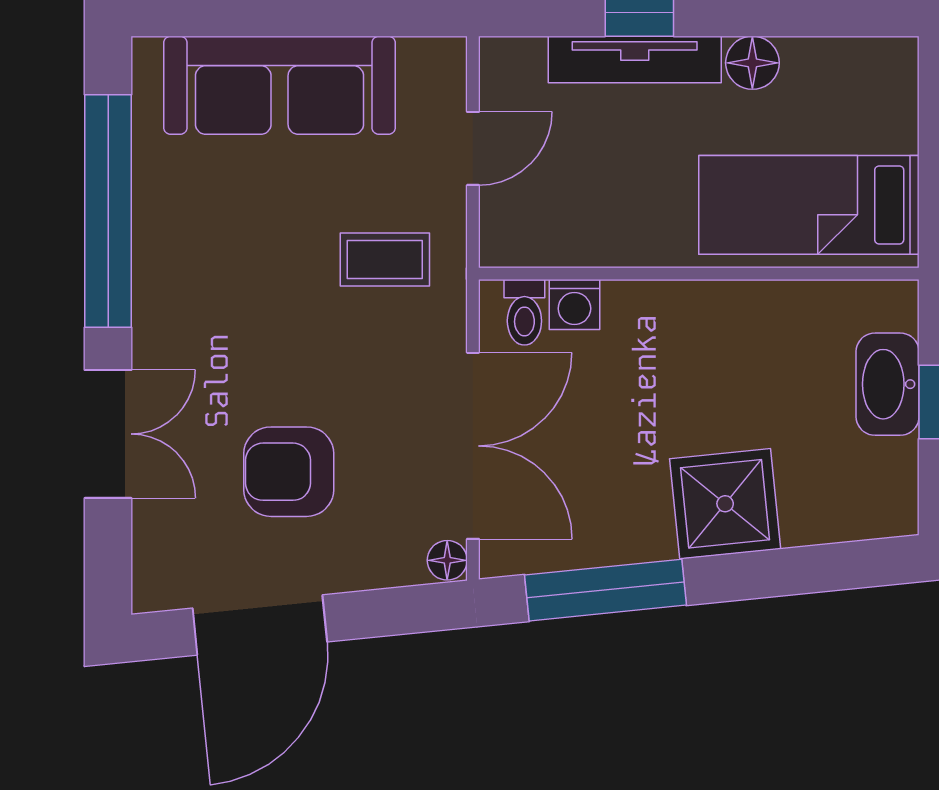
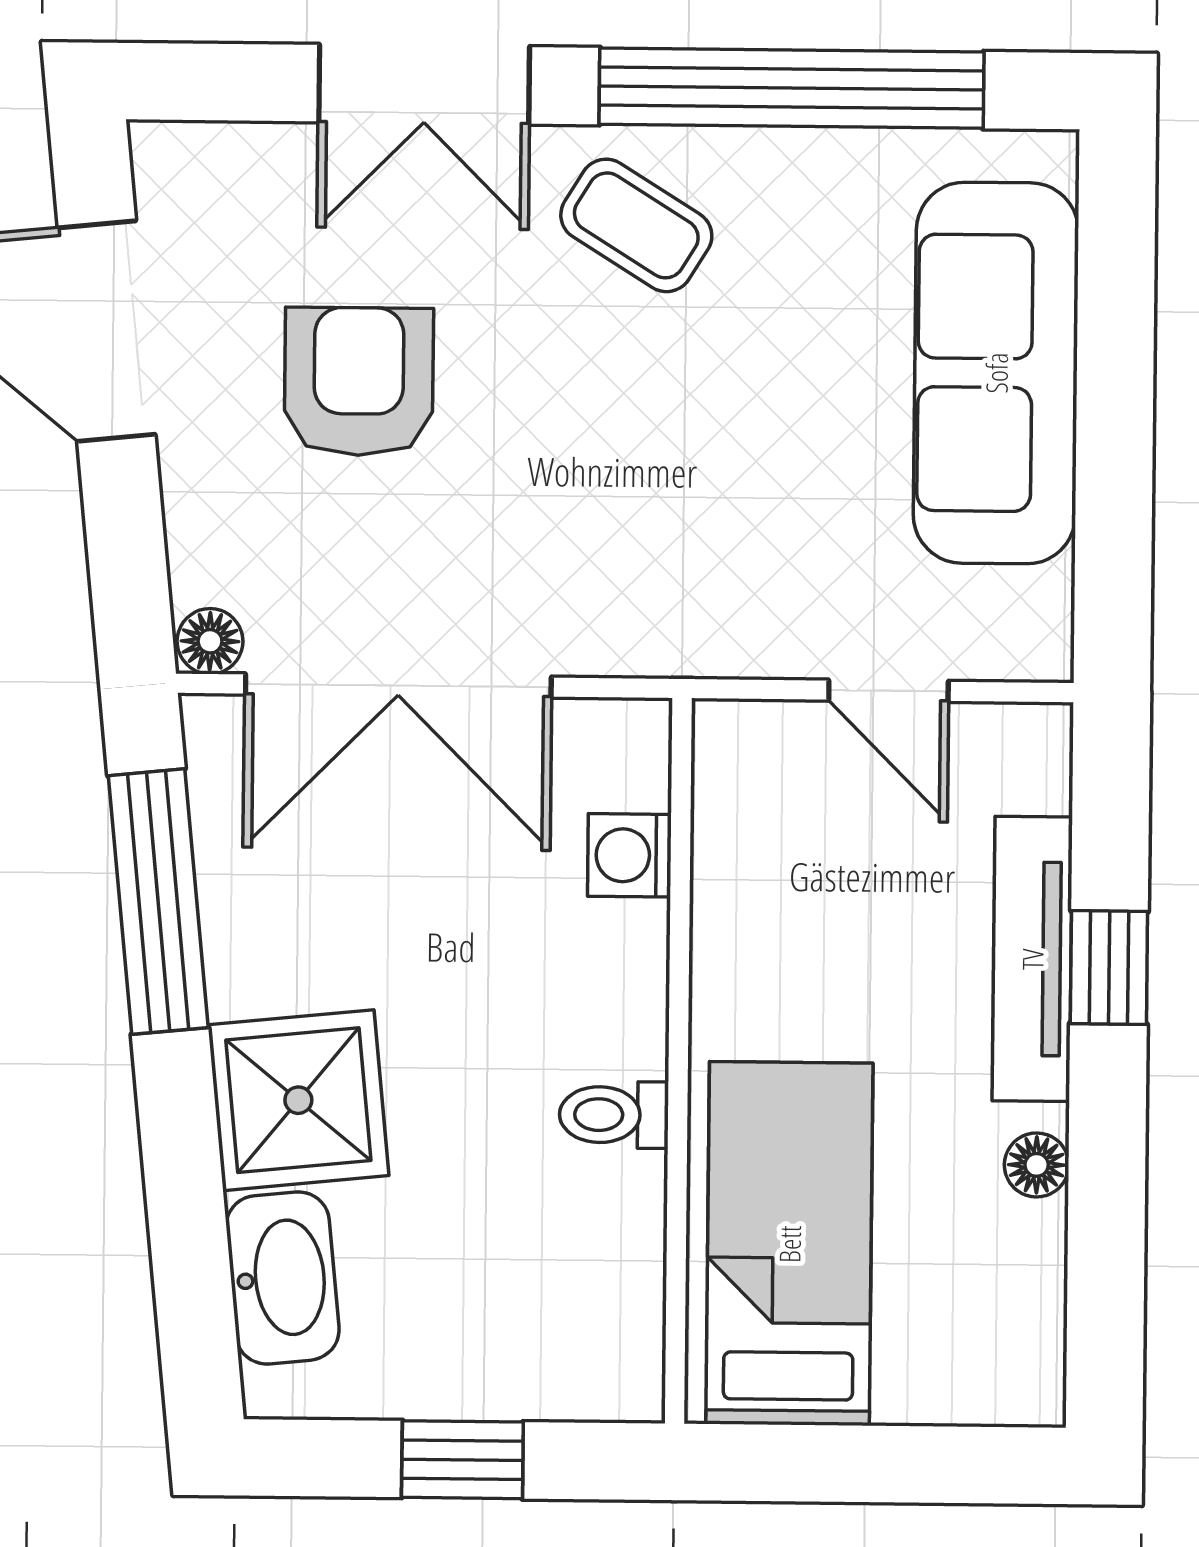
floor lamp: (752, 63) -> (1037, 1165), width x0.73, depth x0.73
coffee table: (385, 260) -> (636, 225), moved, turned -58
toilet: (524, 312) -> (614, 1115), moved
washbasin: (888, 384) -> (283, 1278), moved, turned 84

